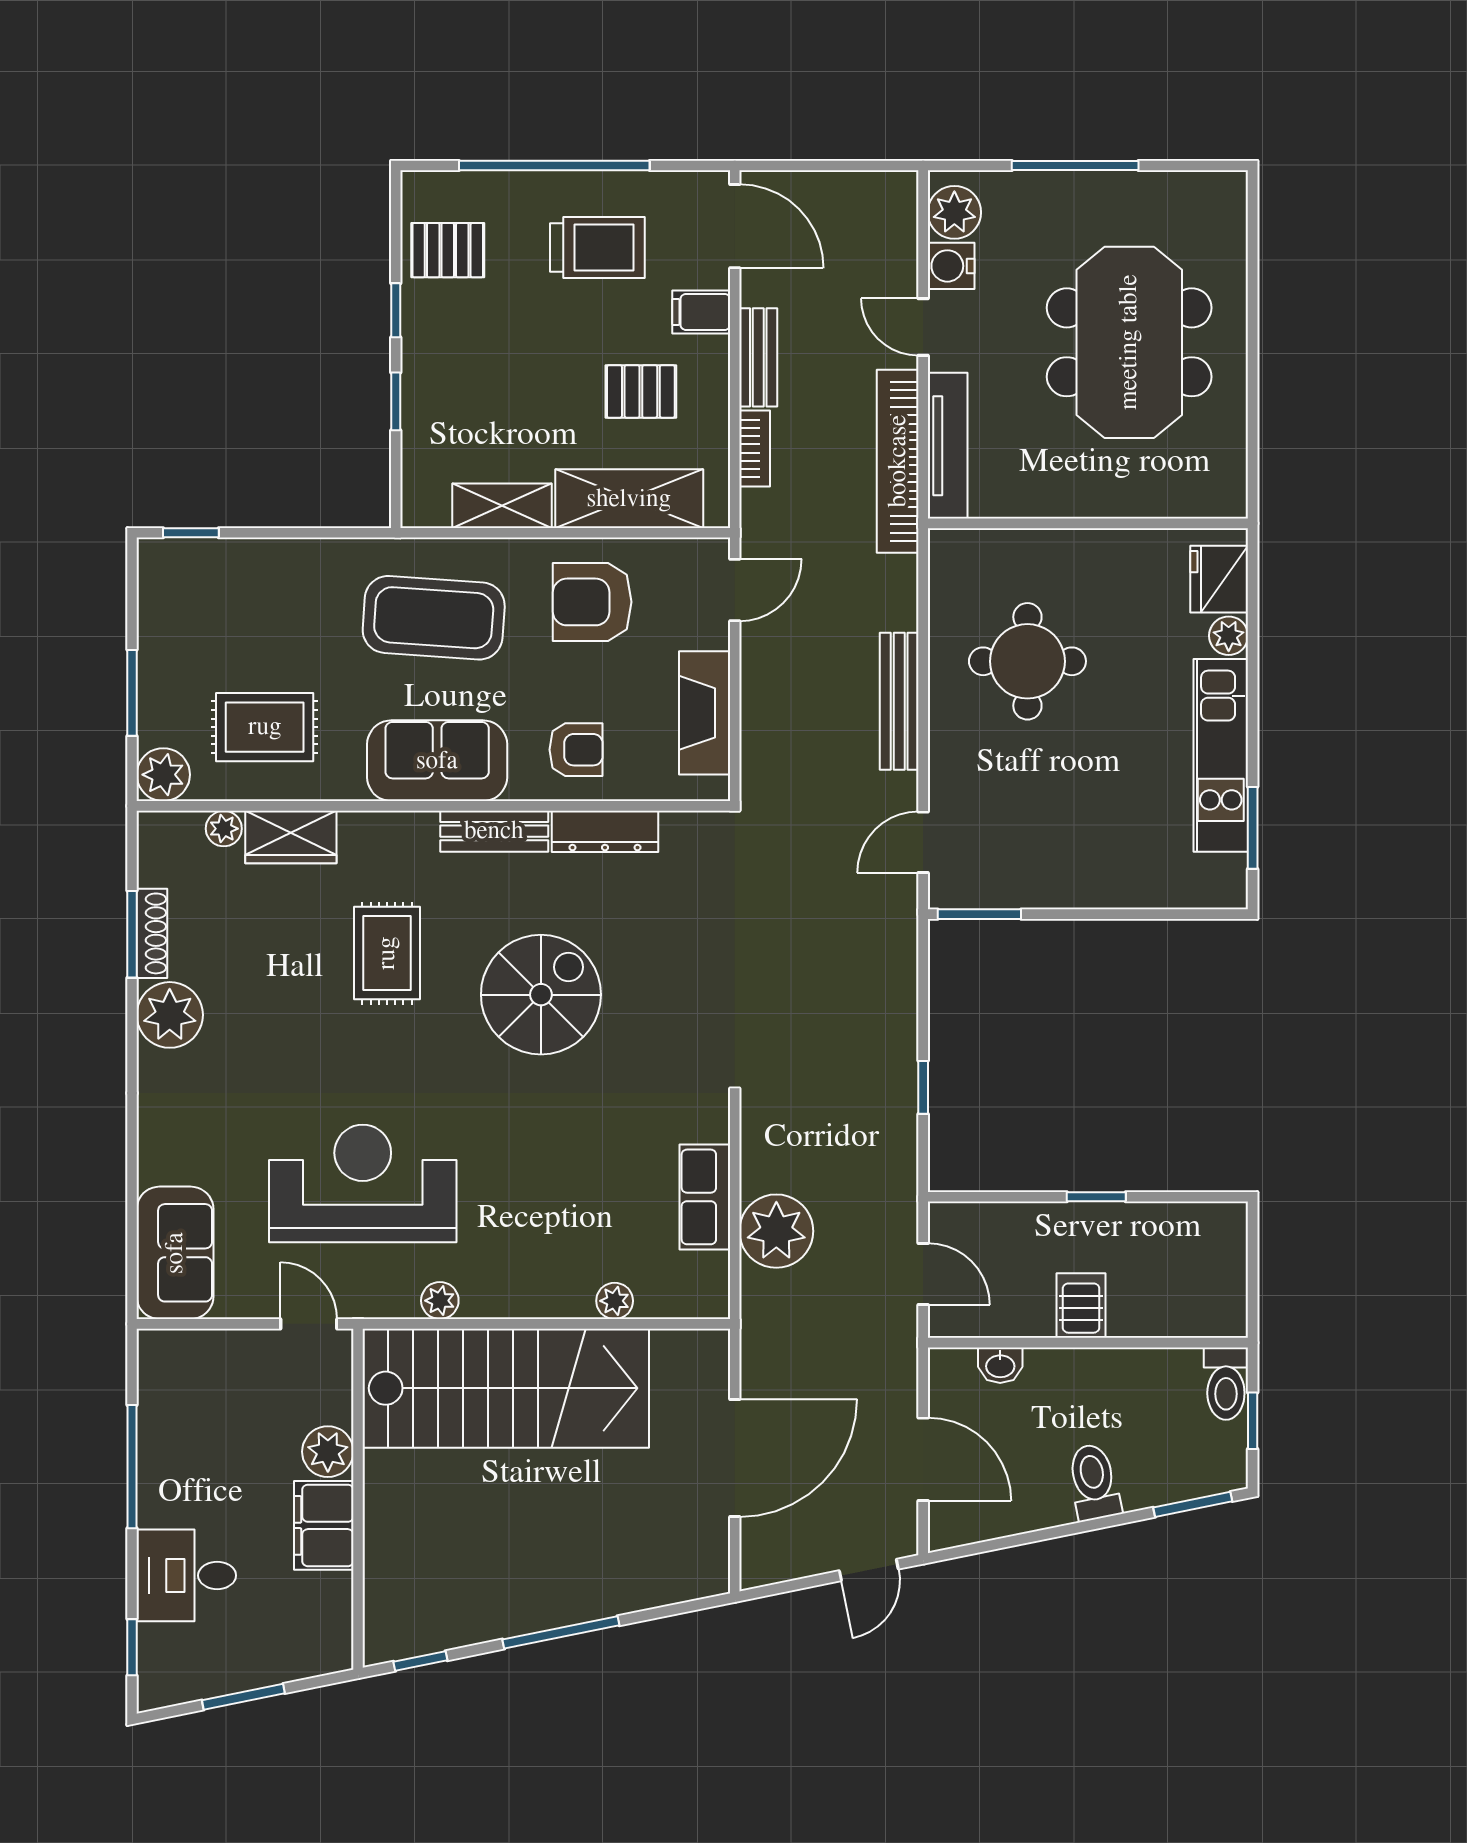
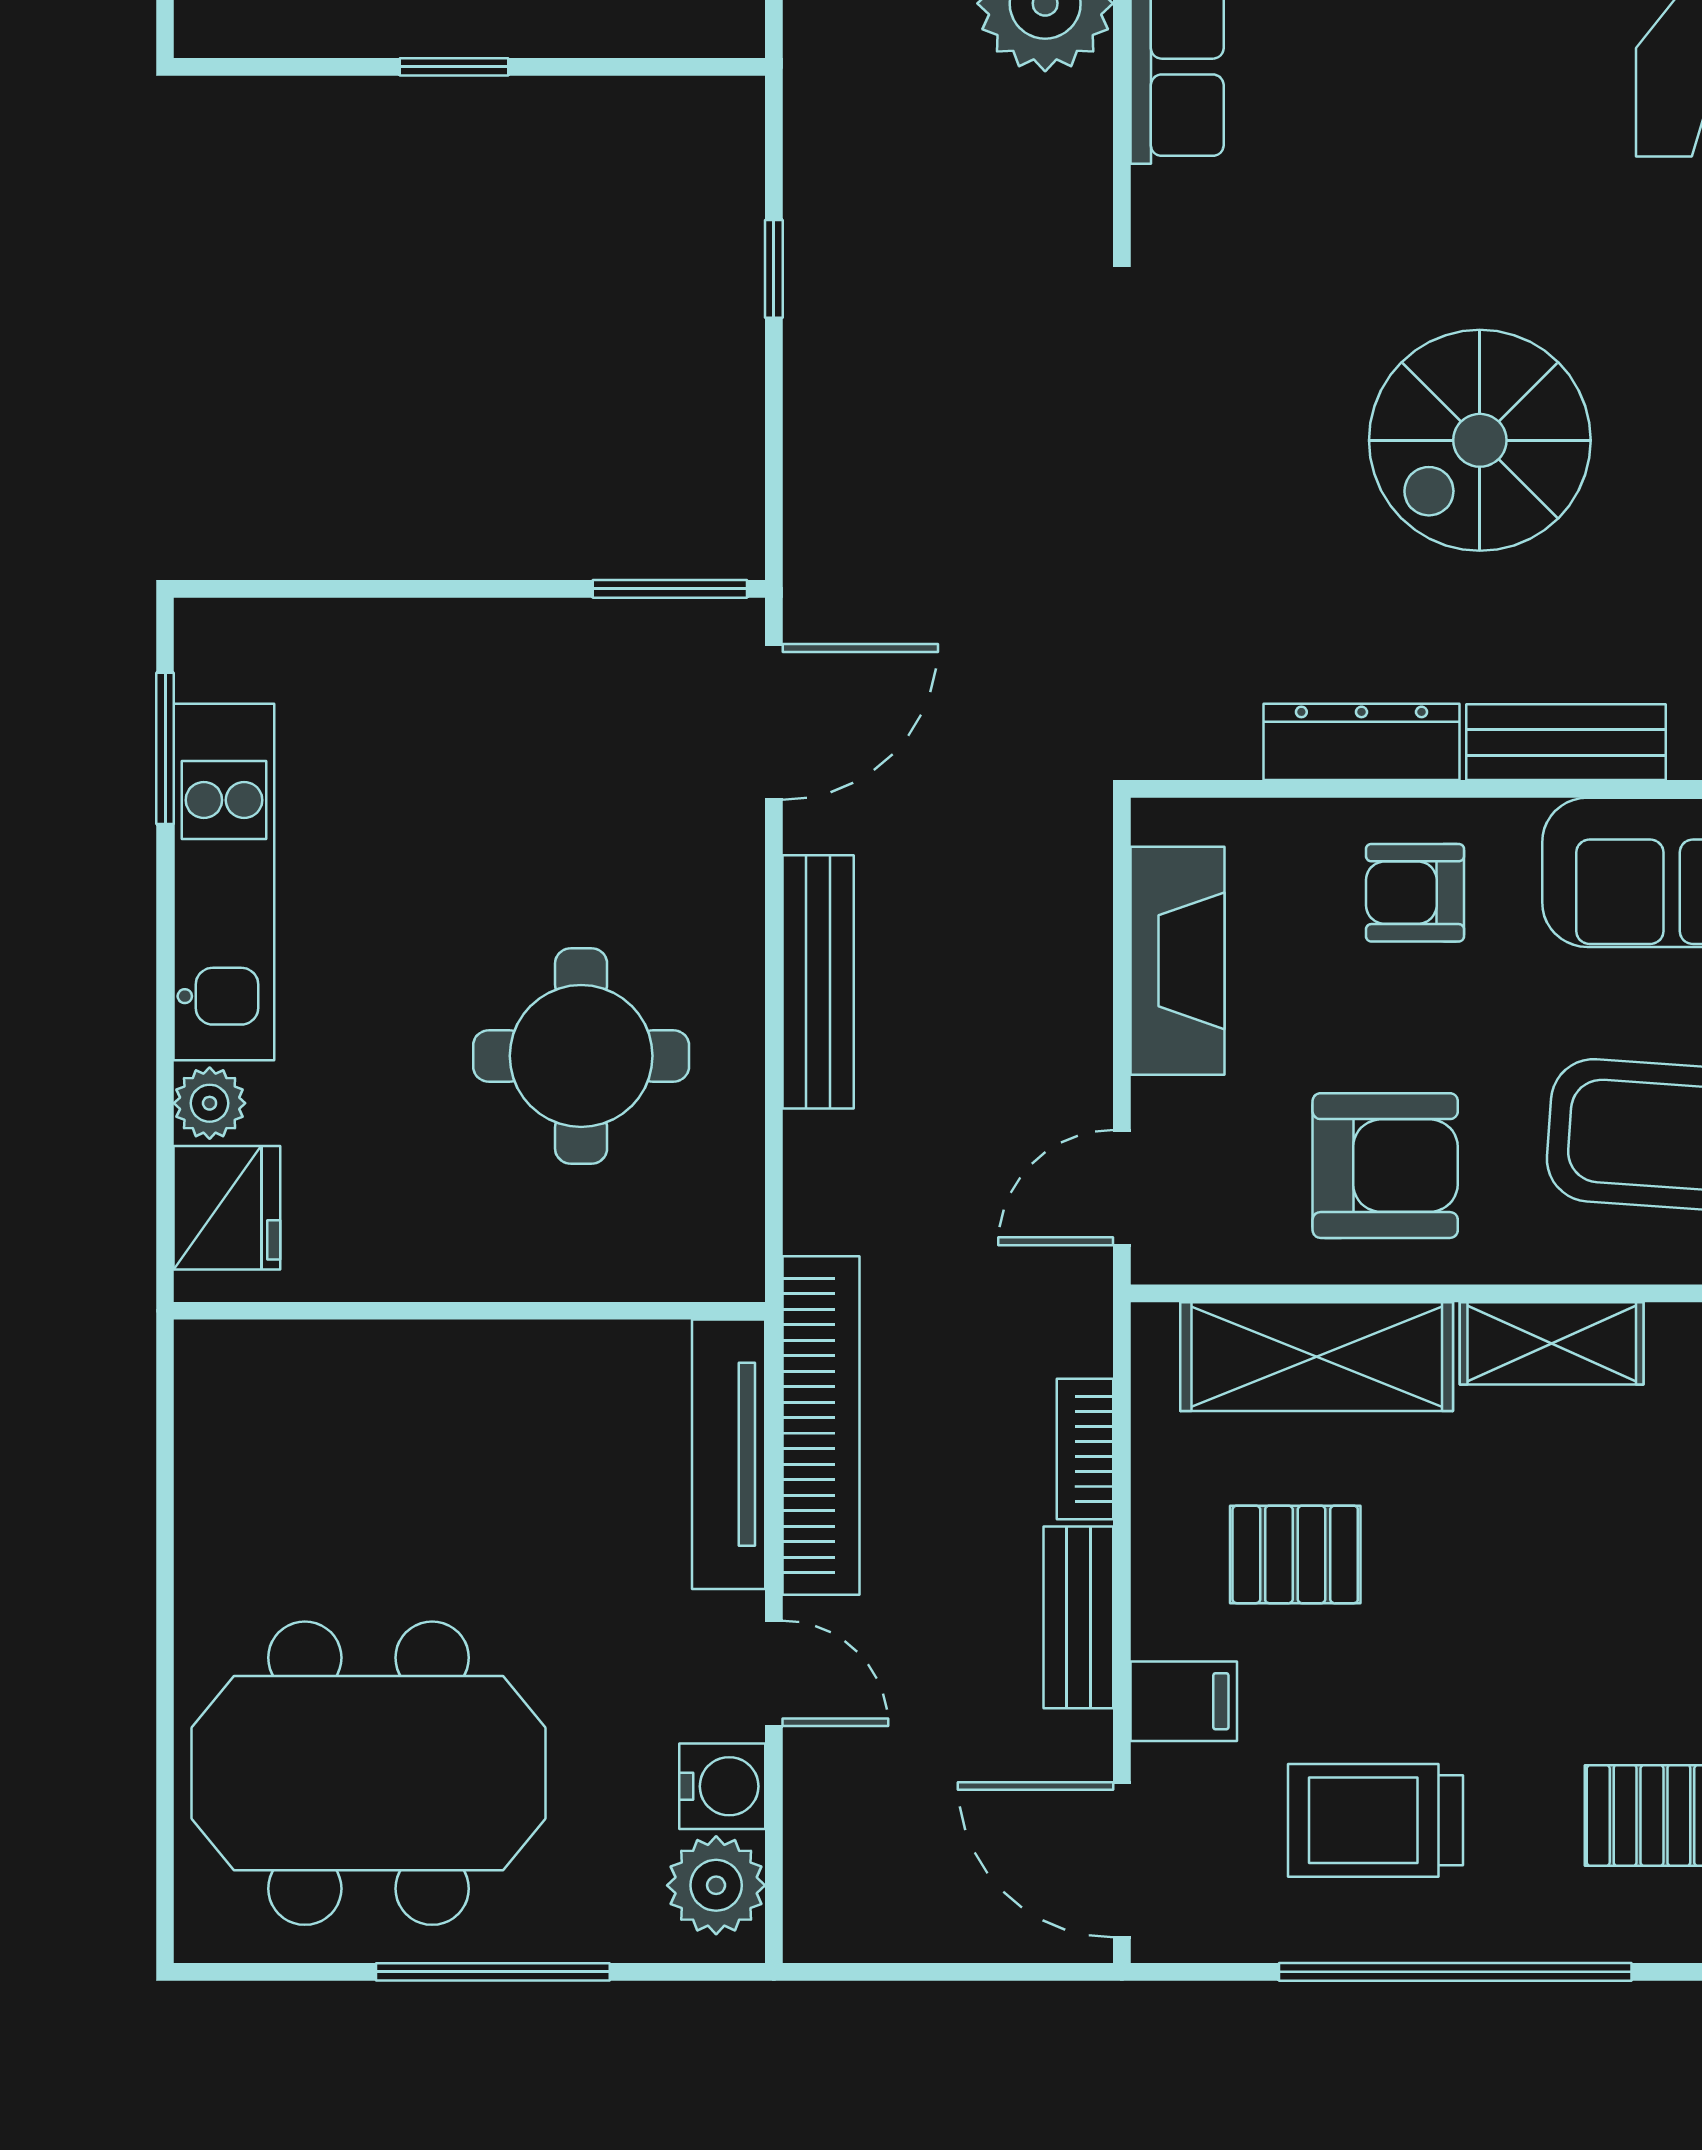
meeting table: (1129, 342) -> (368, 1773), moved, turned 90
door: (923, 842) -> (774, 722), width x1.38

